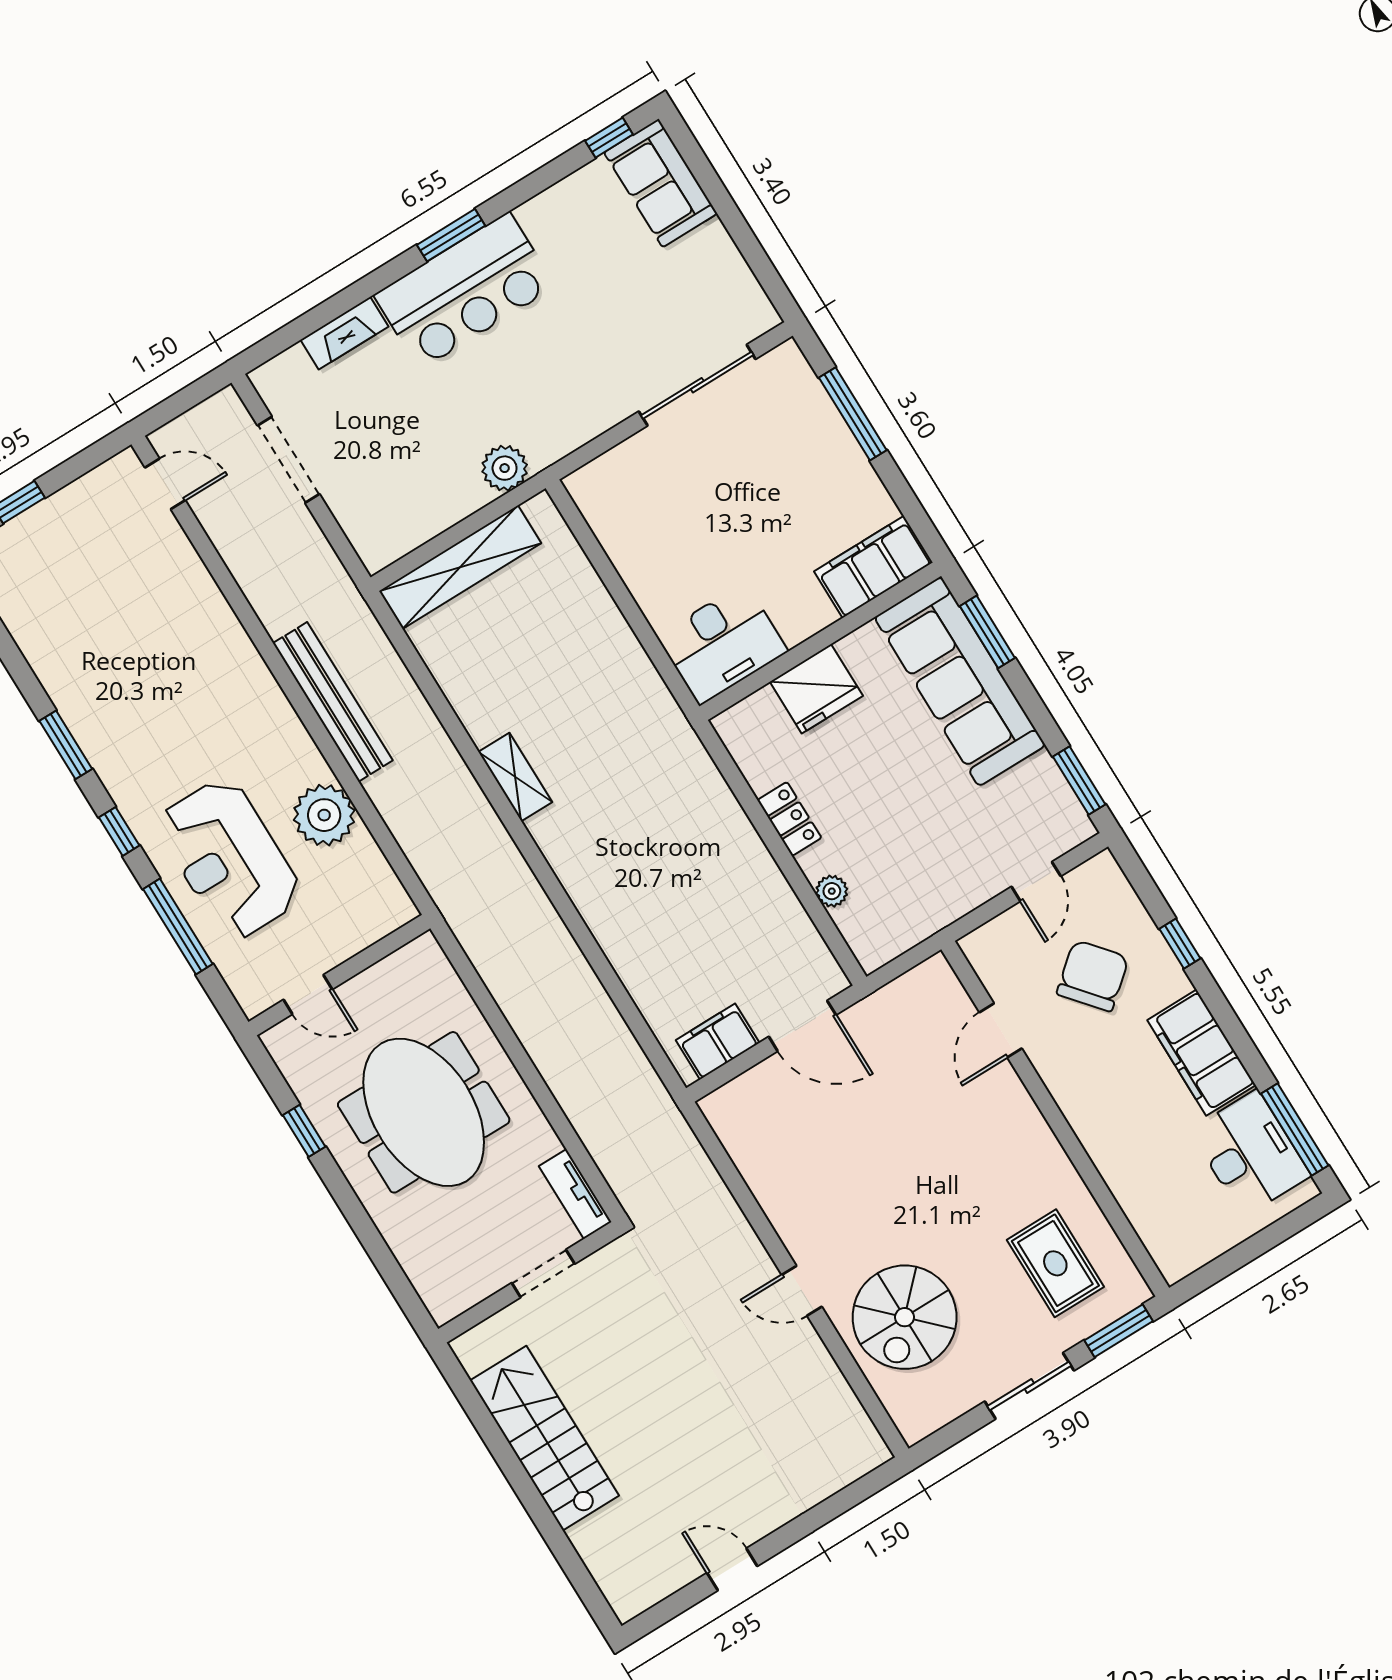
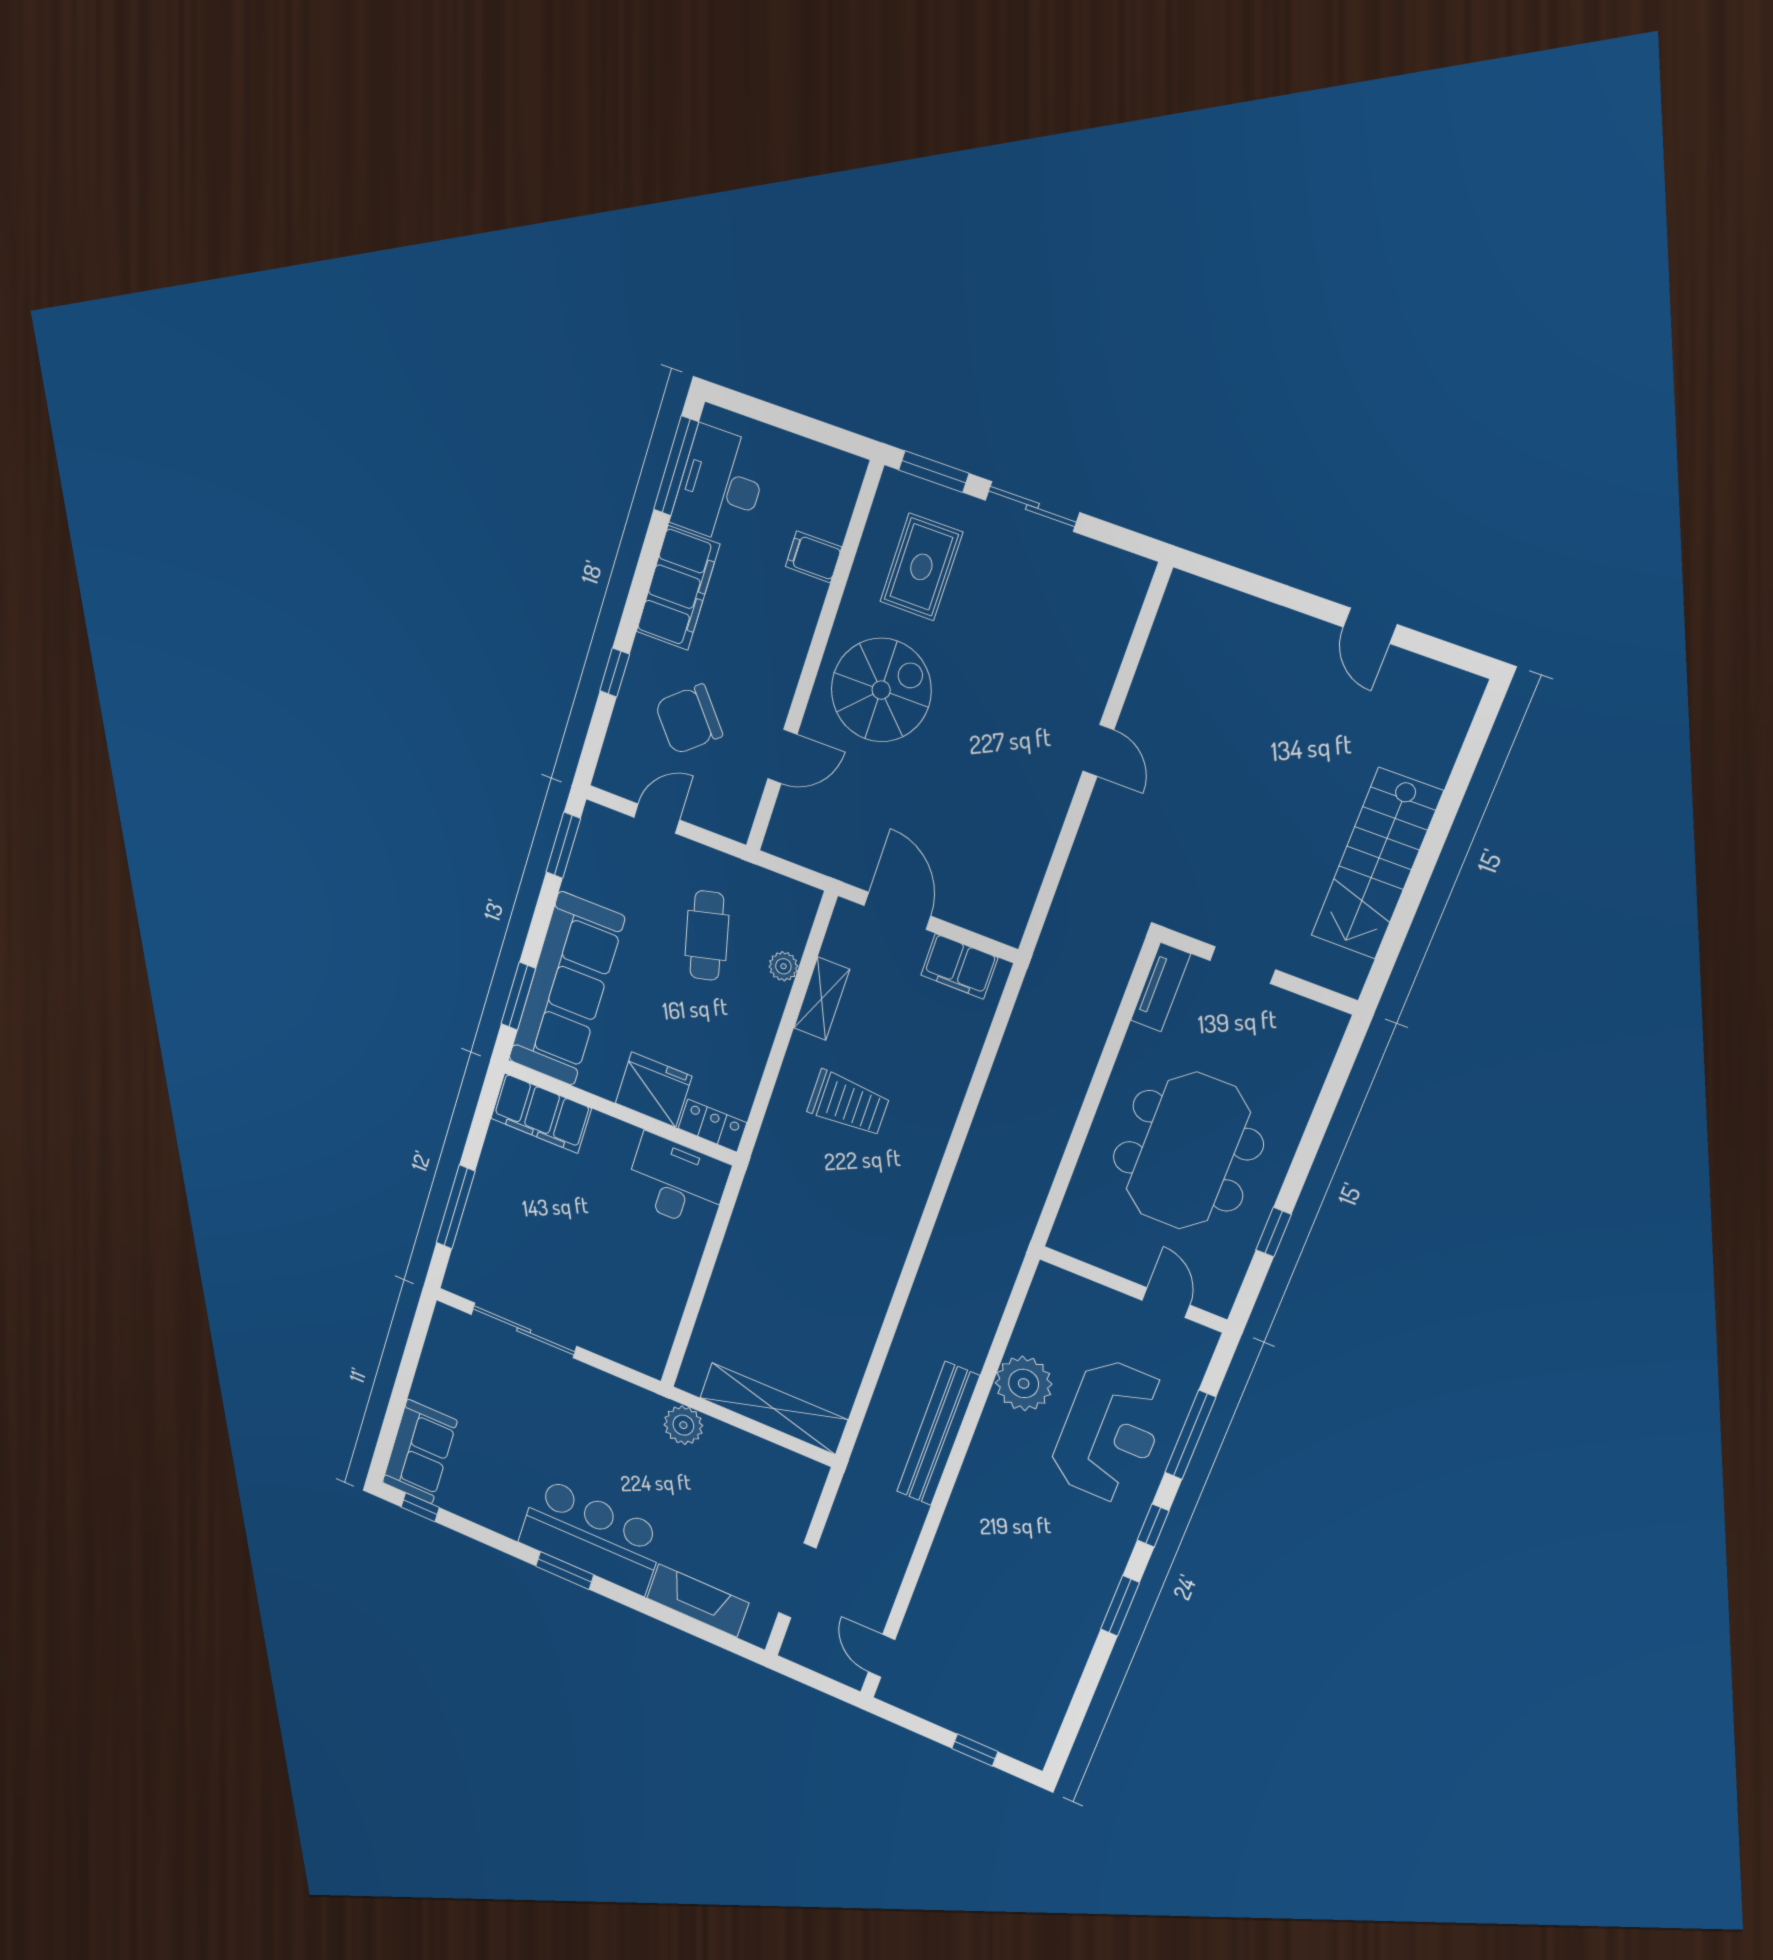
fireplace: (344, 333) -> (698, 1601), width x1.37, depth x1.32
shelving: (515, 777) -> (822, 999), moved
locker: (789, 819) -> (712, 1126), moved, turned 90
cafe table: (908, 845) -> (707, 936), added
trolley: (676, 854) -> (848, 1103), added
filing cabinet: (1134, 1184) -> (814, 557), added
spiral stairs: (905, 1317) -> (881, 690), moved

